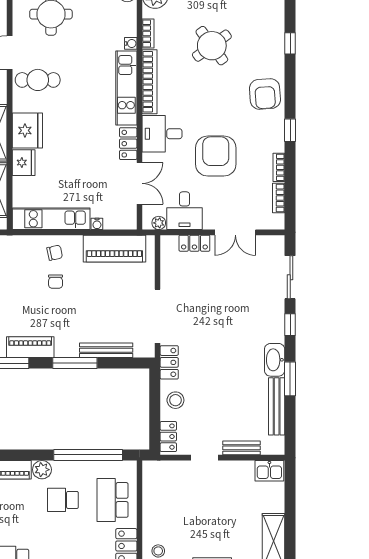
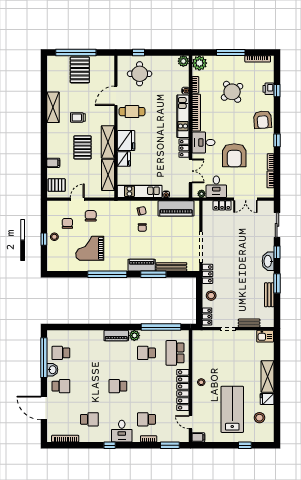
printer: (275, 40) -> (268, 89), added
armchair: (216, 156) -> (234, 155), turned 180
piano: (30, 347) -> (142, 265), moved
washbasin: (275, 360) -> (268, 261), moved
bench: (277, 406) -> (269, 295), width x0.73

